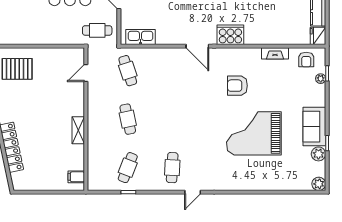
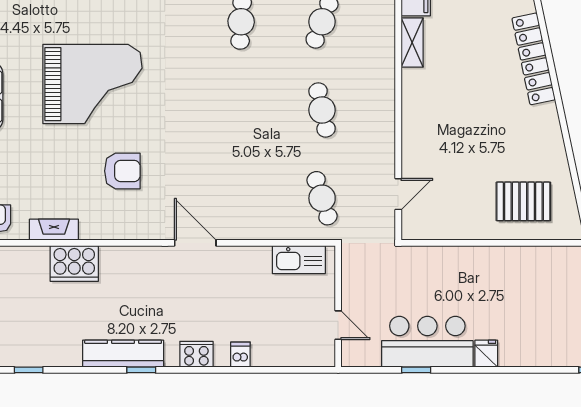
cafe table: (97, 30) -> (378, 271), removed
cooker: (230, 35) -> (74, 263), moved
shelving: (78, 130) -> (412, 42), moved

